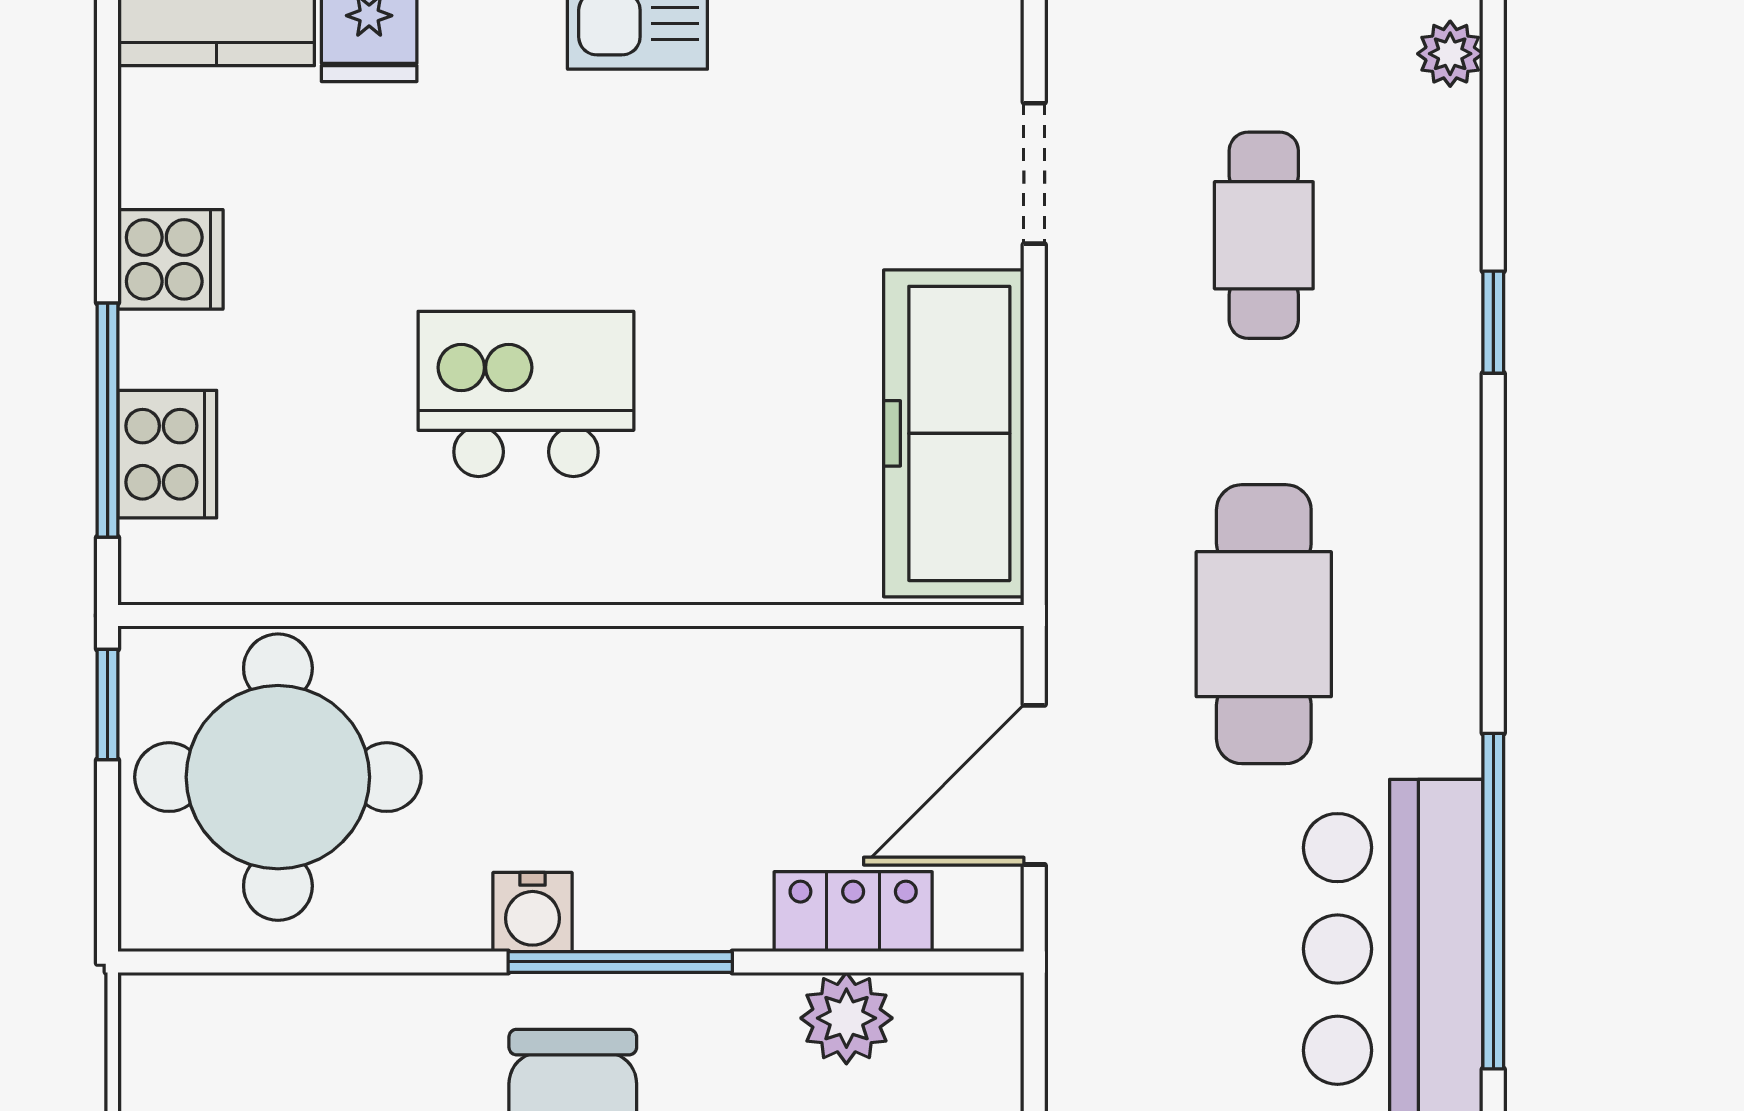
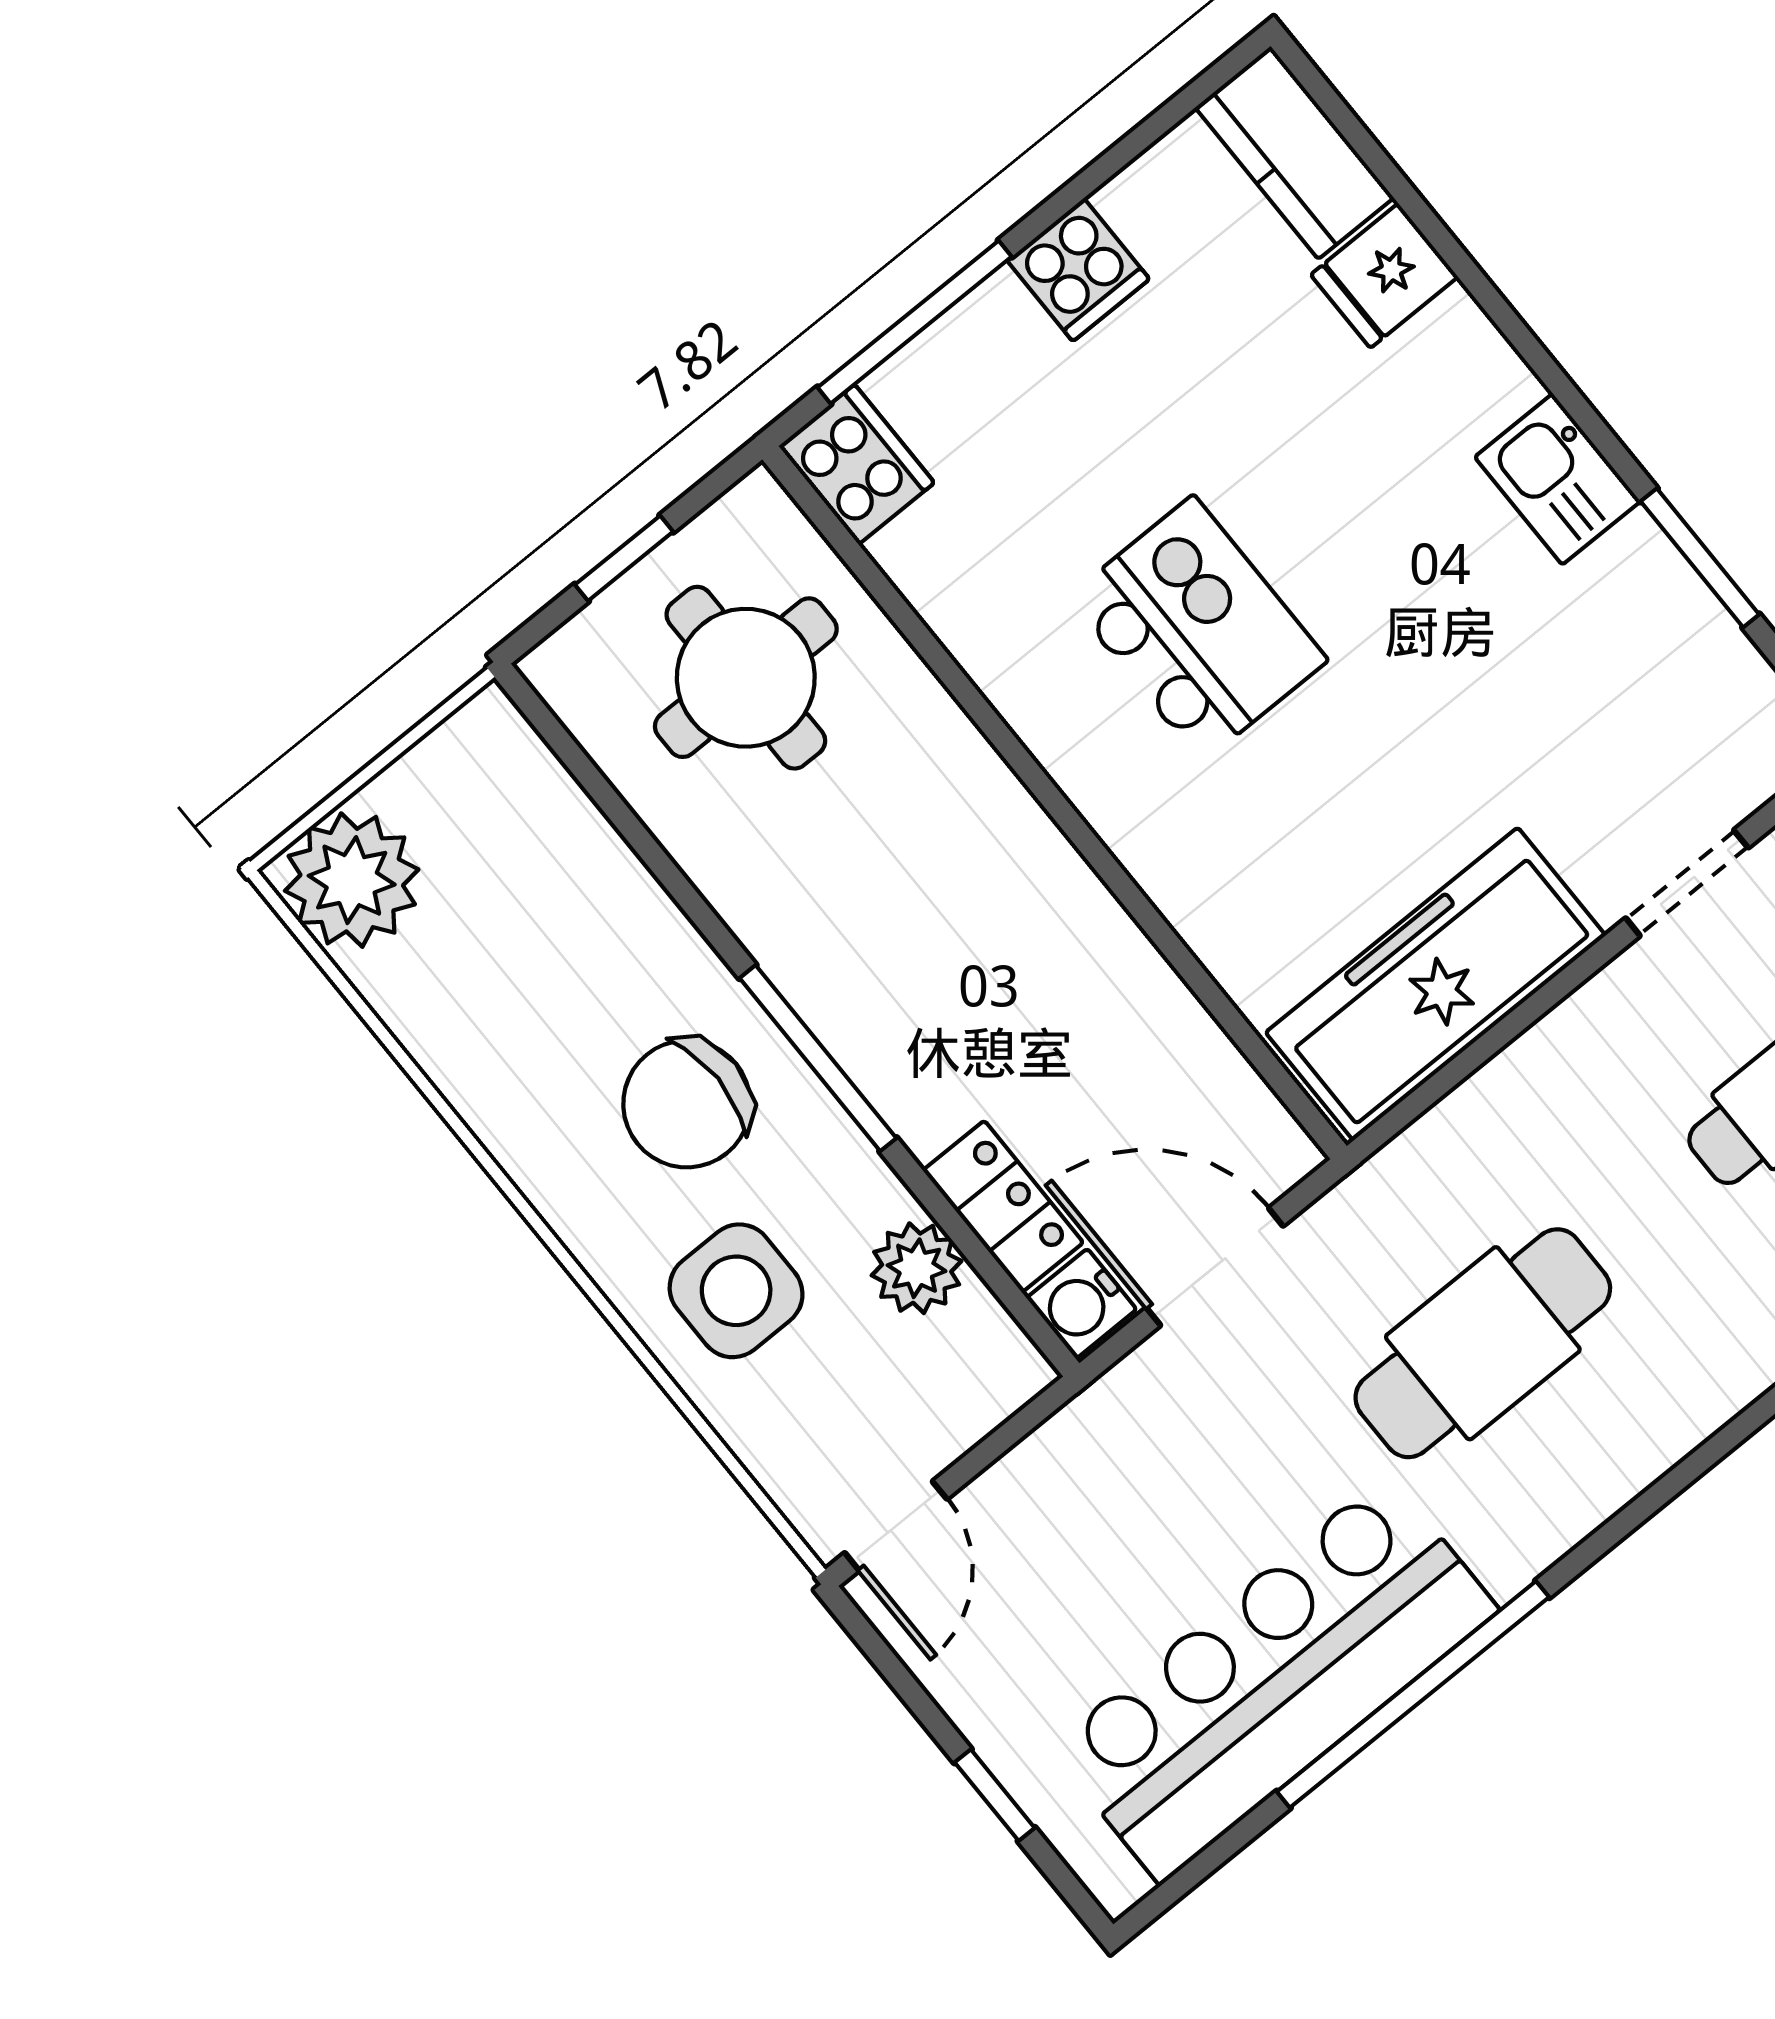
cooker: (167, 454) -> (856, 464), moved, turned -90
window: (108, 704) -> (624, 558), moved
round table: (278, 777) -> (746, 678), width x0.73, depth x0.73
water cooler: (533, 912) -> (1082, 1304), moved

